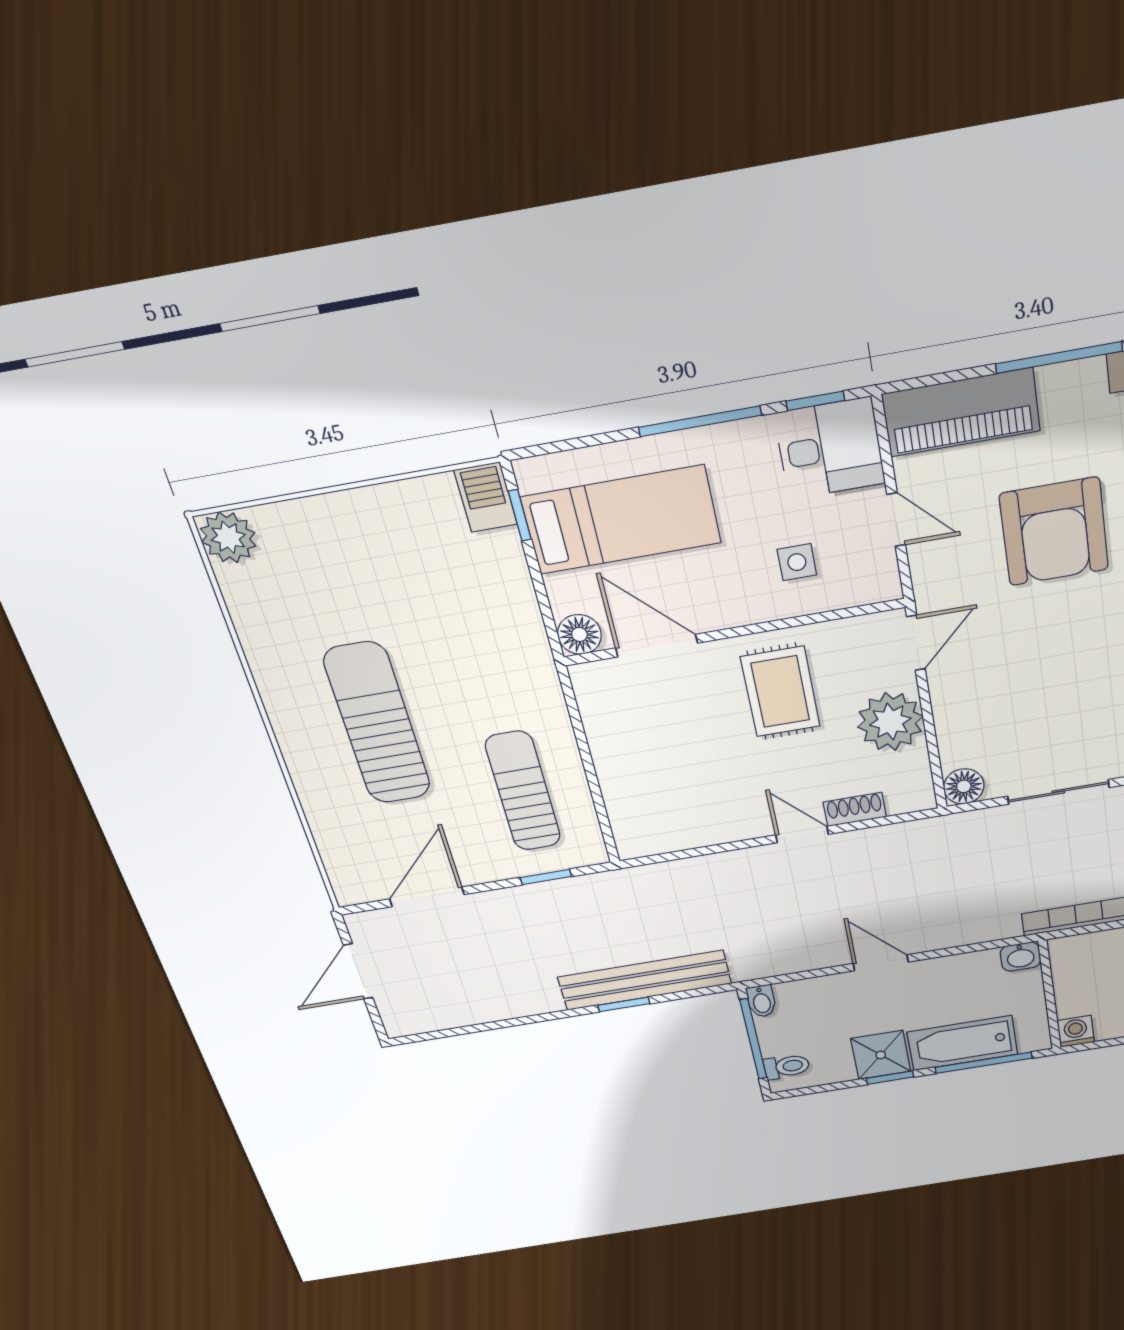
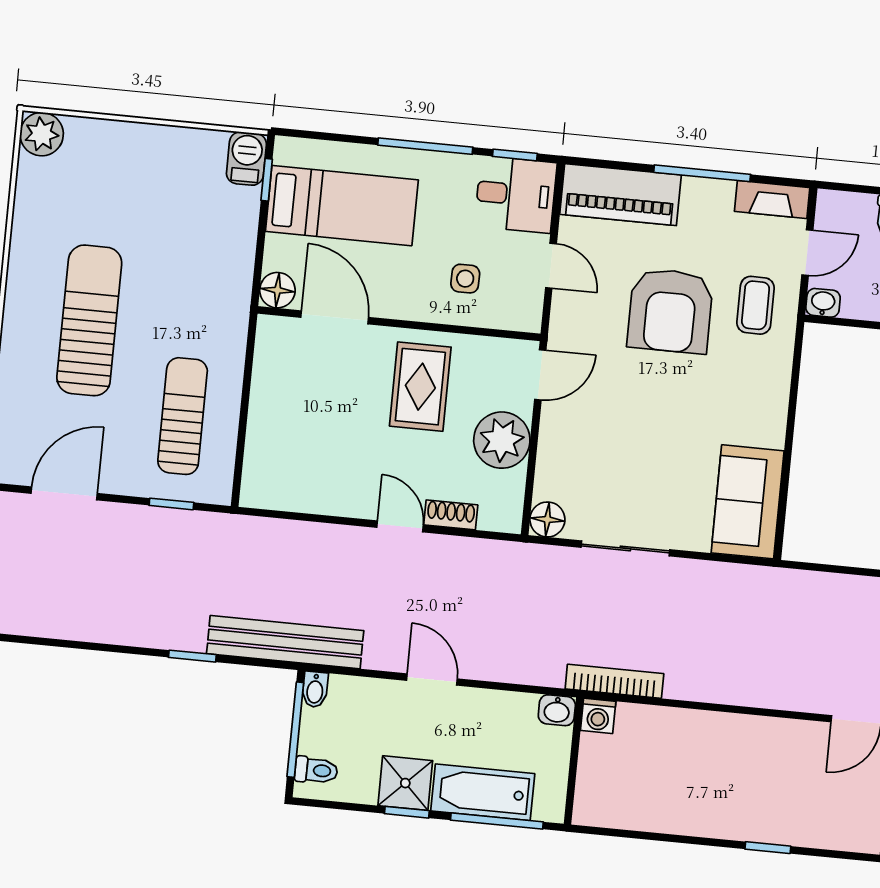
bench: (645, 980) -> (285, 642), moved
washing machine: (1076, 1031) -> (598, 716), moved, turned 180

